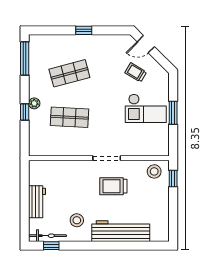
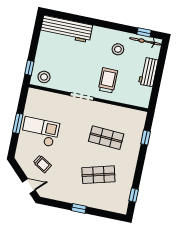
window: (25, 59) -> (134, 195), width x0.46
plant: (34, 103) -> (133, 156), removed
window: (25, 112) -> (146, 138), moved
trolley: (113, 186) -> (108, 80), moved, turned -90
workbench: (121, 231) -> (66, 29), moved

